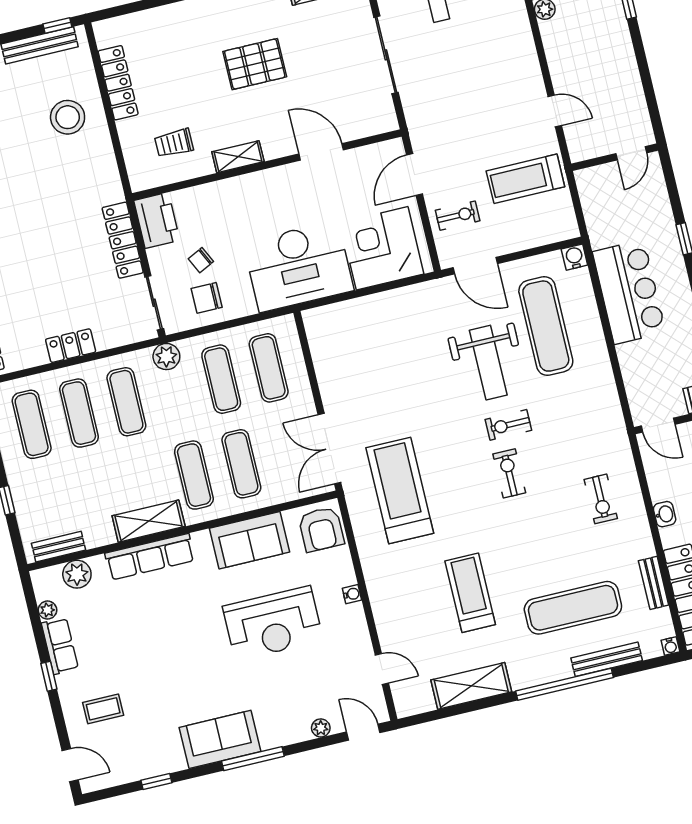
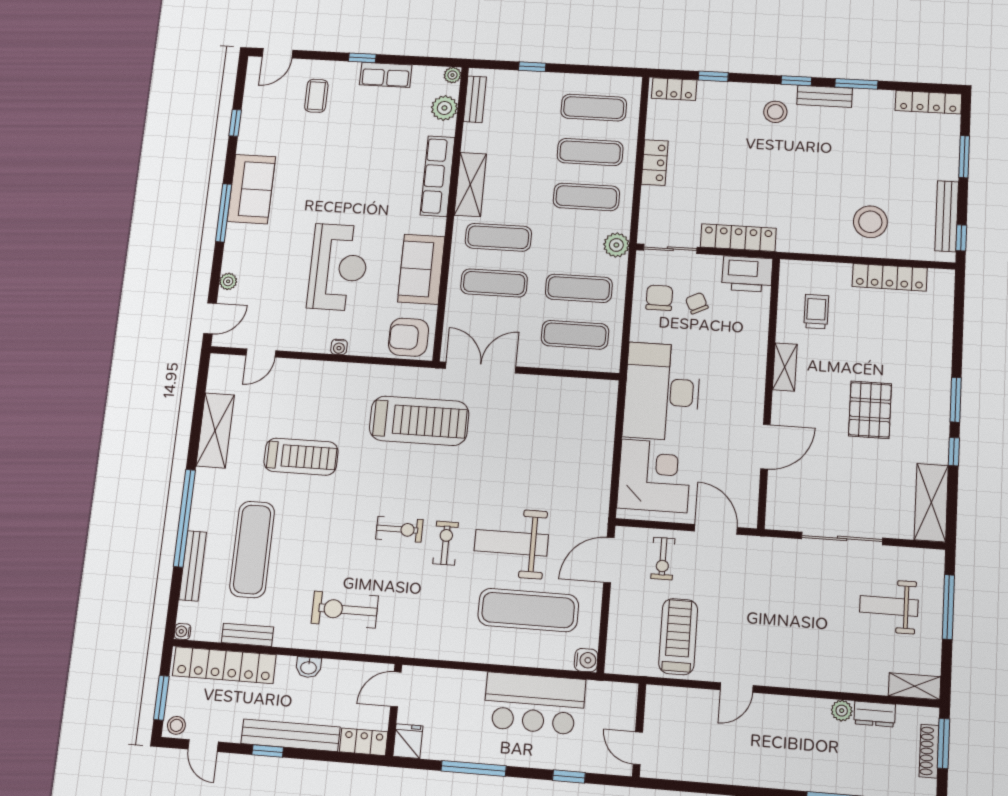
door: (631, 153) -> (638, 748), moved
wall: (615, 157) -> (639, 730), moved
exercise bike: (601, 499) -> (345, 610), width x1.38, depth x1.39
plant: (47, 610) -> (452, 75), moved
reception desk: (273, 623) -> (338, 267), turned 180

